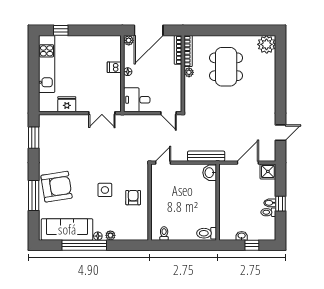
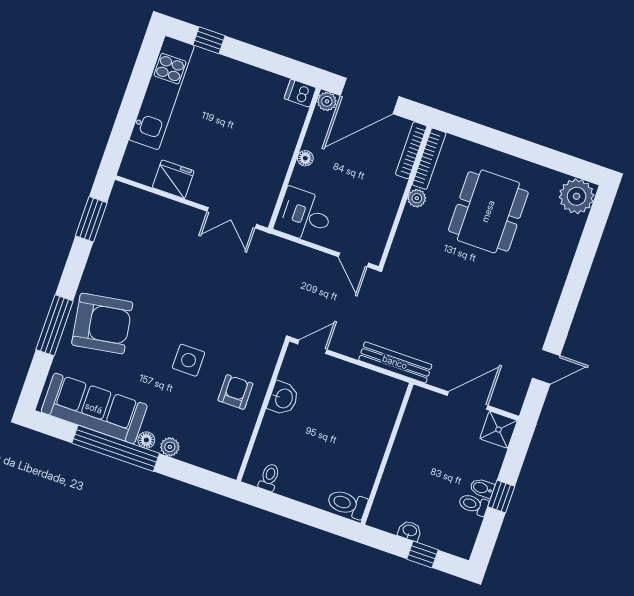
dishwasher: (114, 67) -> (300, 93), moved
washbasin: (210, 173) -> (283, 398), moved, turned 180

